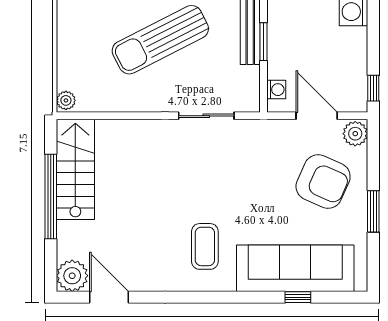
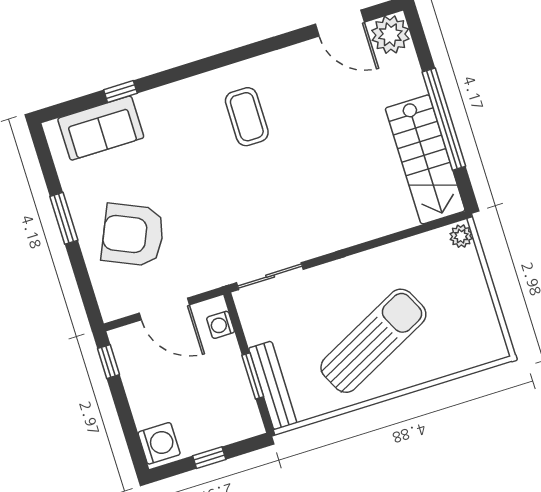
sliding door: (206, 116) -> (270, 276), moved
plant: (355, 134) -> (113, 302), removed
sofa: (295, 268) -> (101, 128), width x0.54, depth x0.79

